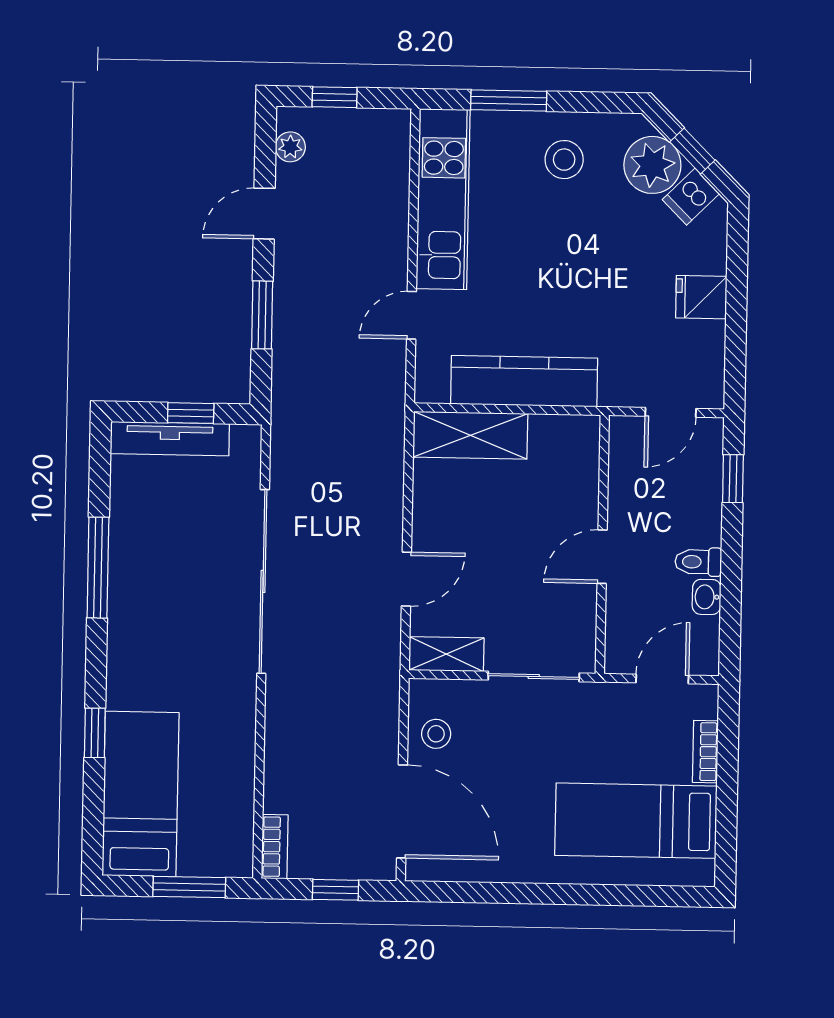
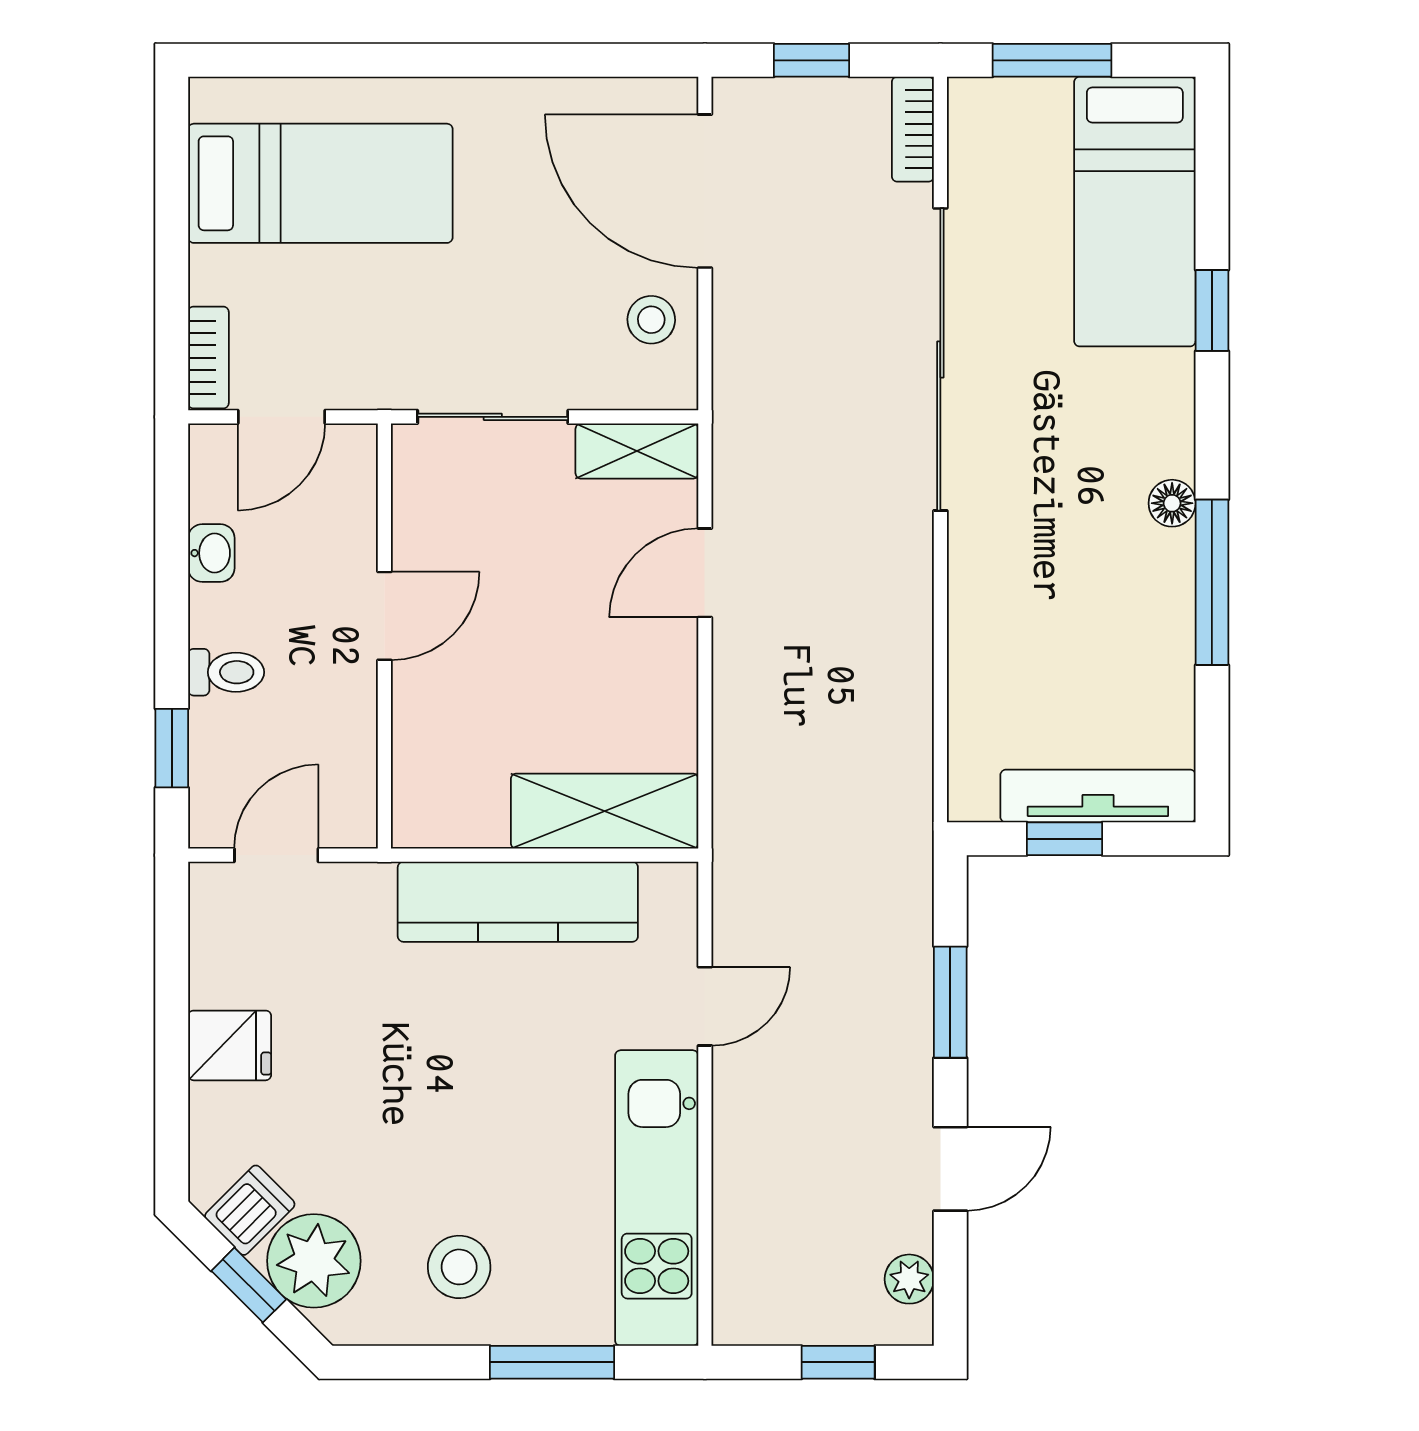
toilet: (698, 562) -> (226, 672), moved
sliding door: (263, 581) -> (940, 359), moved
floor lamp: (121, 616) -> (1172, 503), added
bookcase: (705, 752) -> (208, 358), moved

